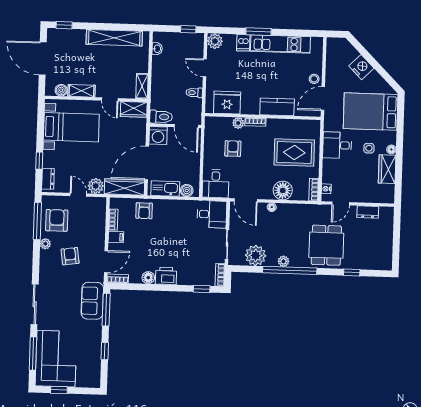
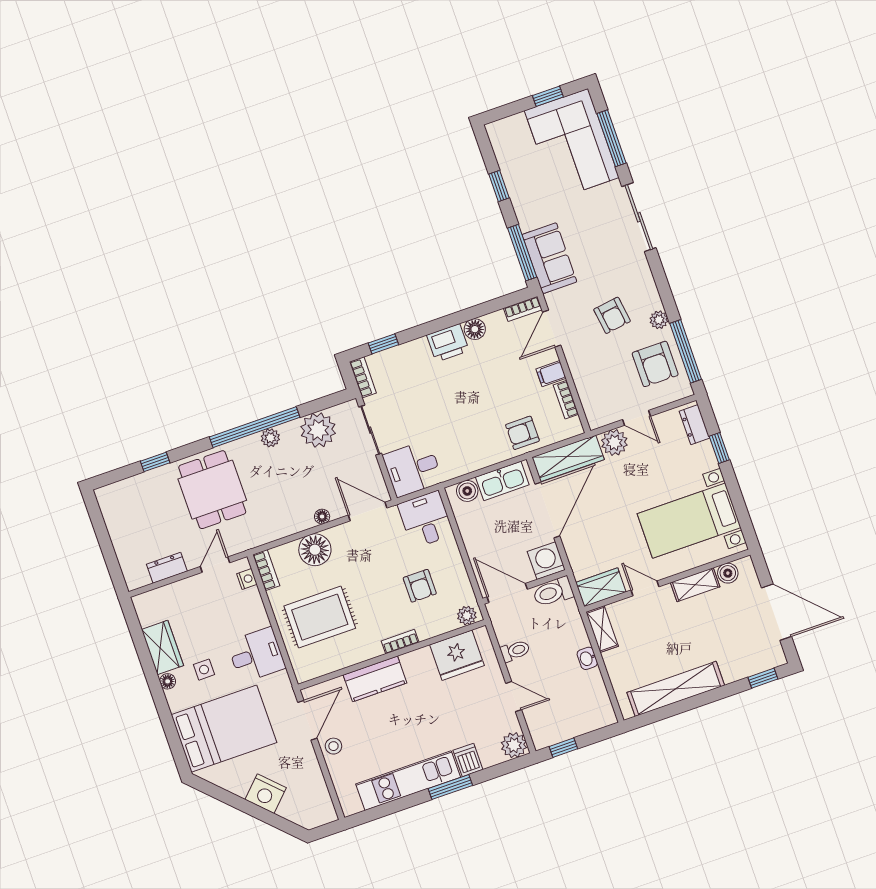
washbasin: (157, 49) -> (587, 658), moved
plant: (238, 123) -> (467, 616), moved
armchair: (144, 211) -> (522, 433), turned -90

